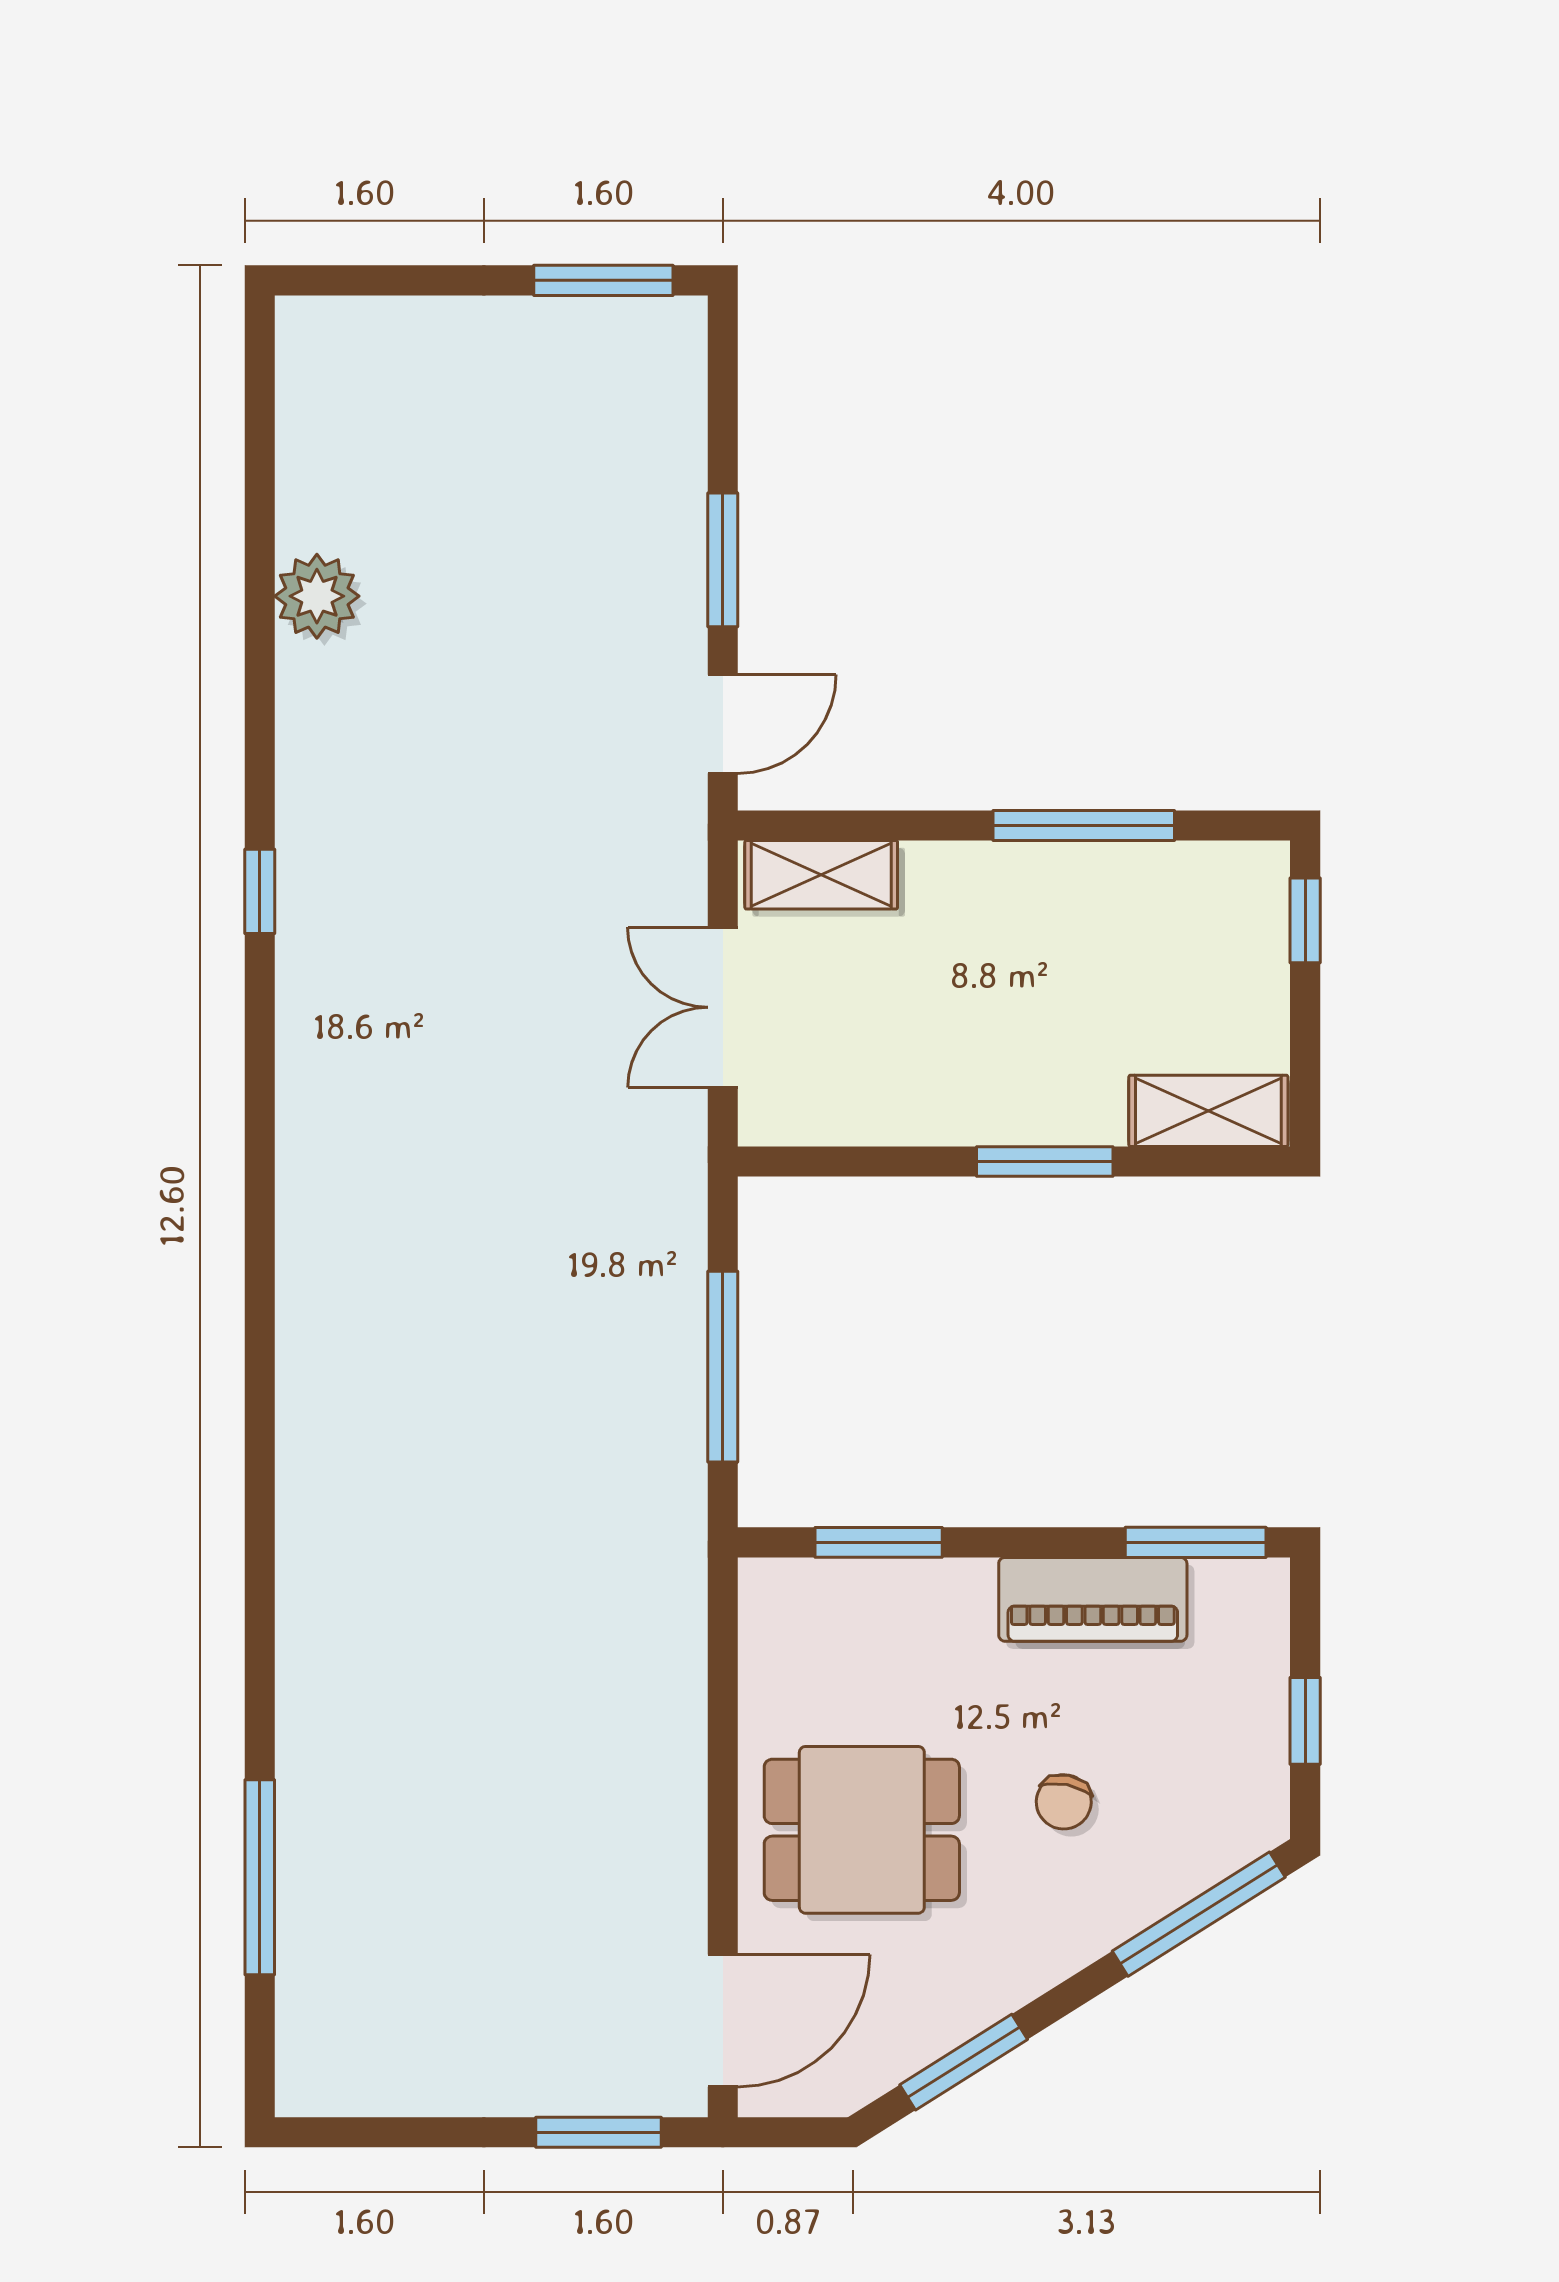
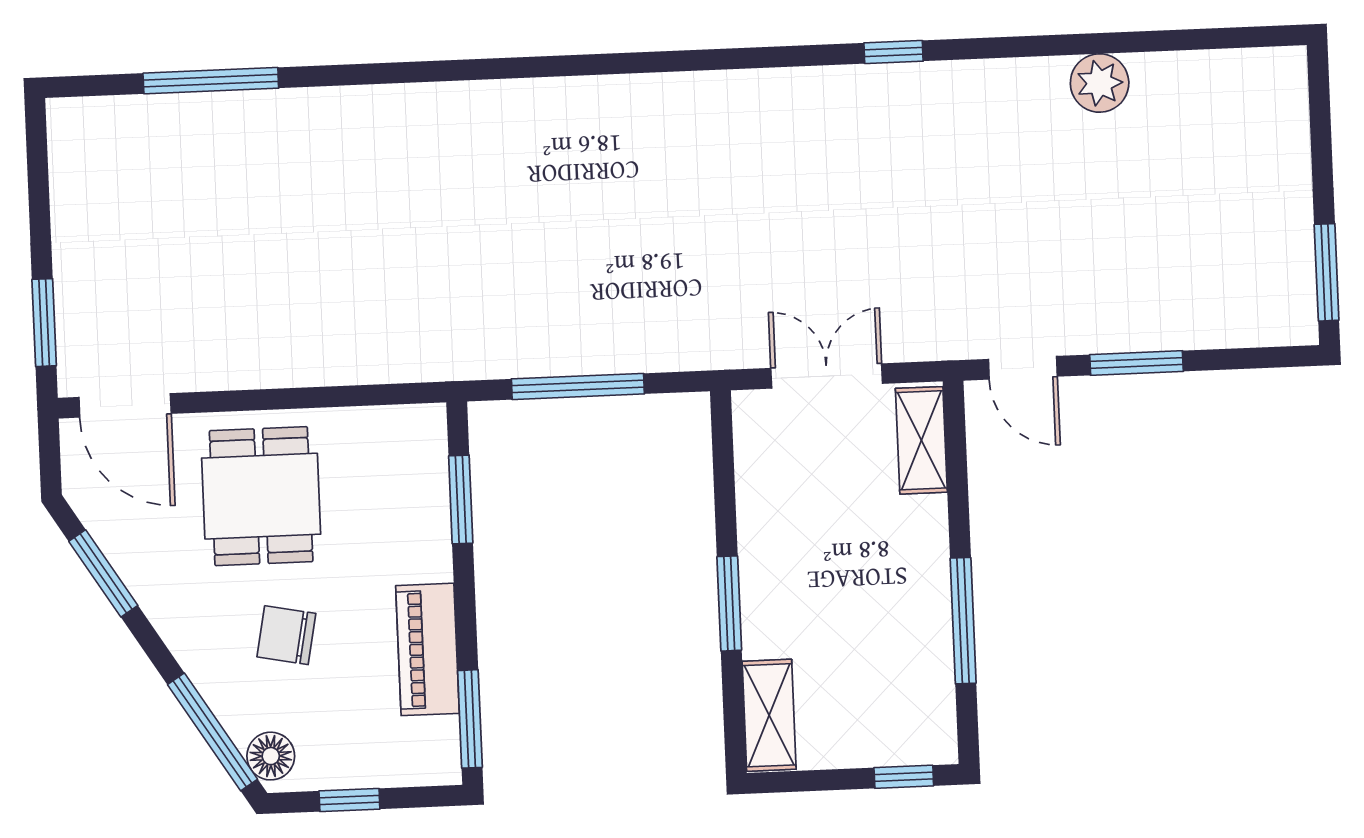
chair: (1064, 1802) -> (286, 635), width x1.37, depth x1.37
floor lamp: (1237, 1832) -> (271, 756), added

